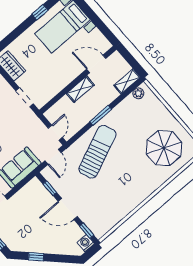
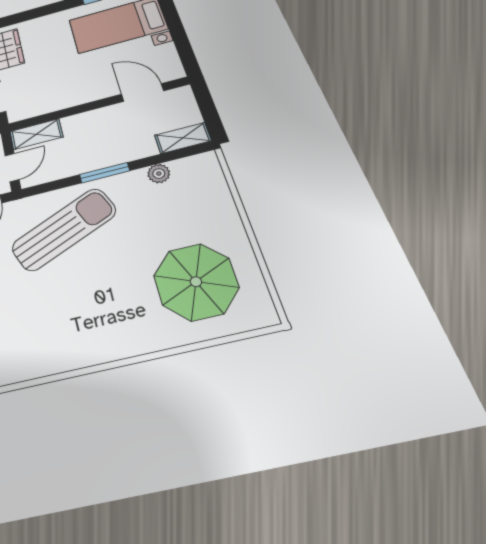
shelving: (80, 89) -> (36, 134), moved
plant: (138, 93) -> (159, 174), moved

